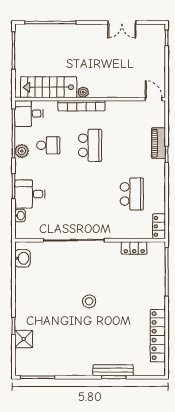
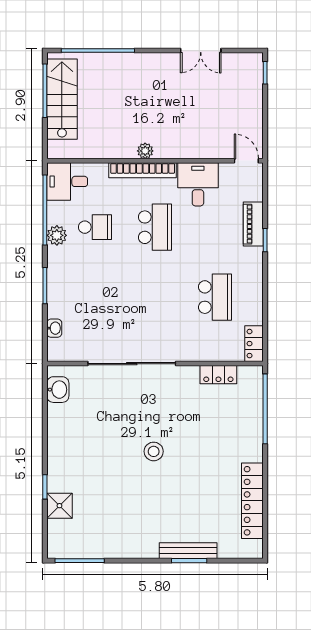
stairs: (49, 87) -> (62, 99), moved, turned 90
desk: (30, 194) -> (198, 184), moved, turned 90

